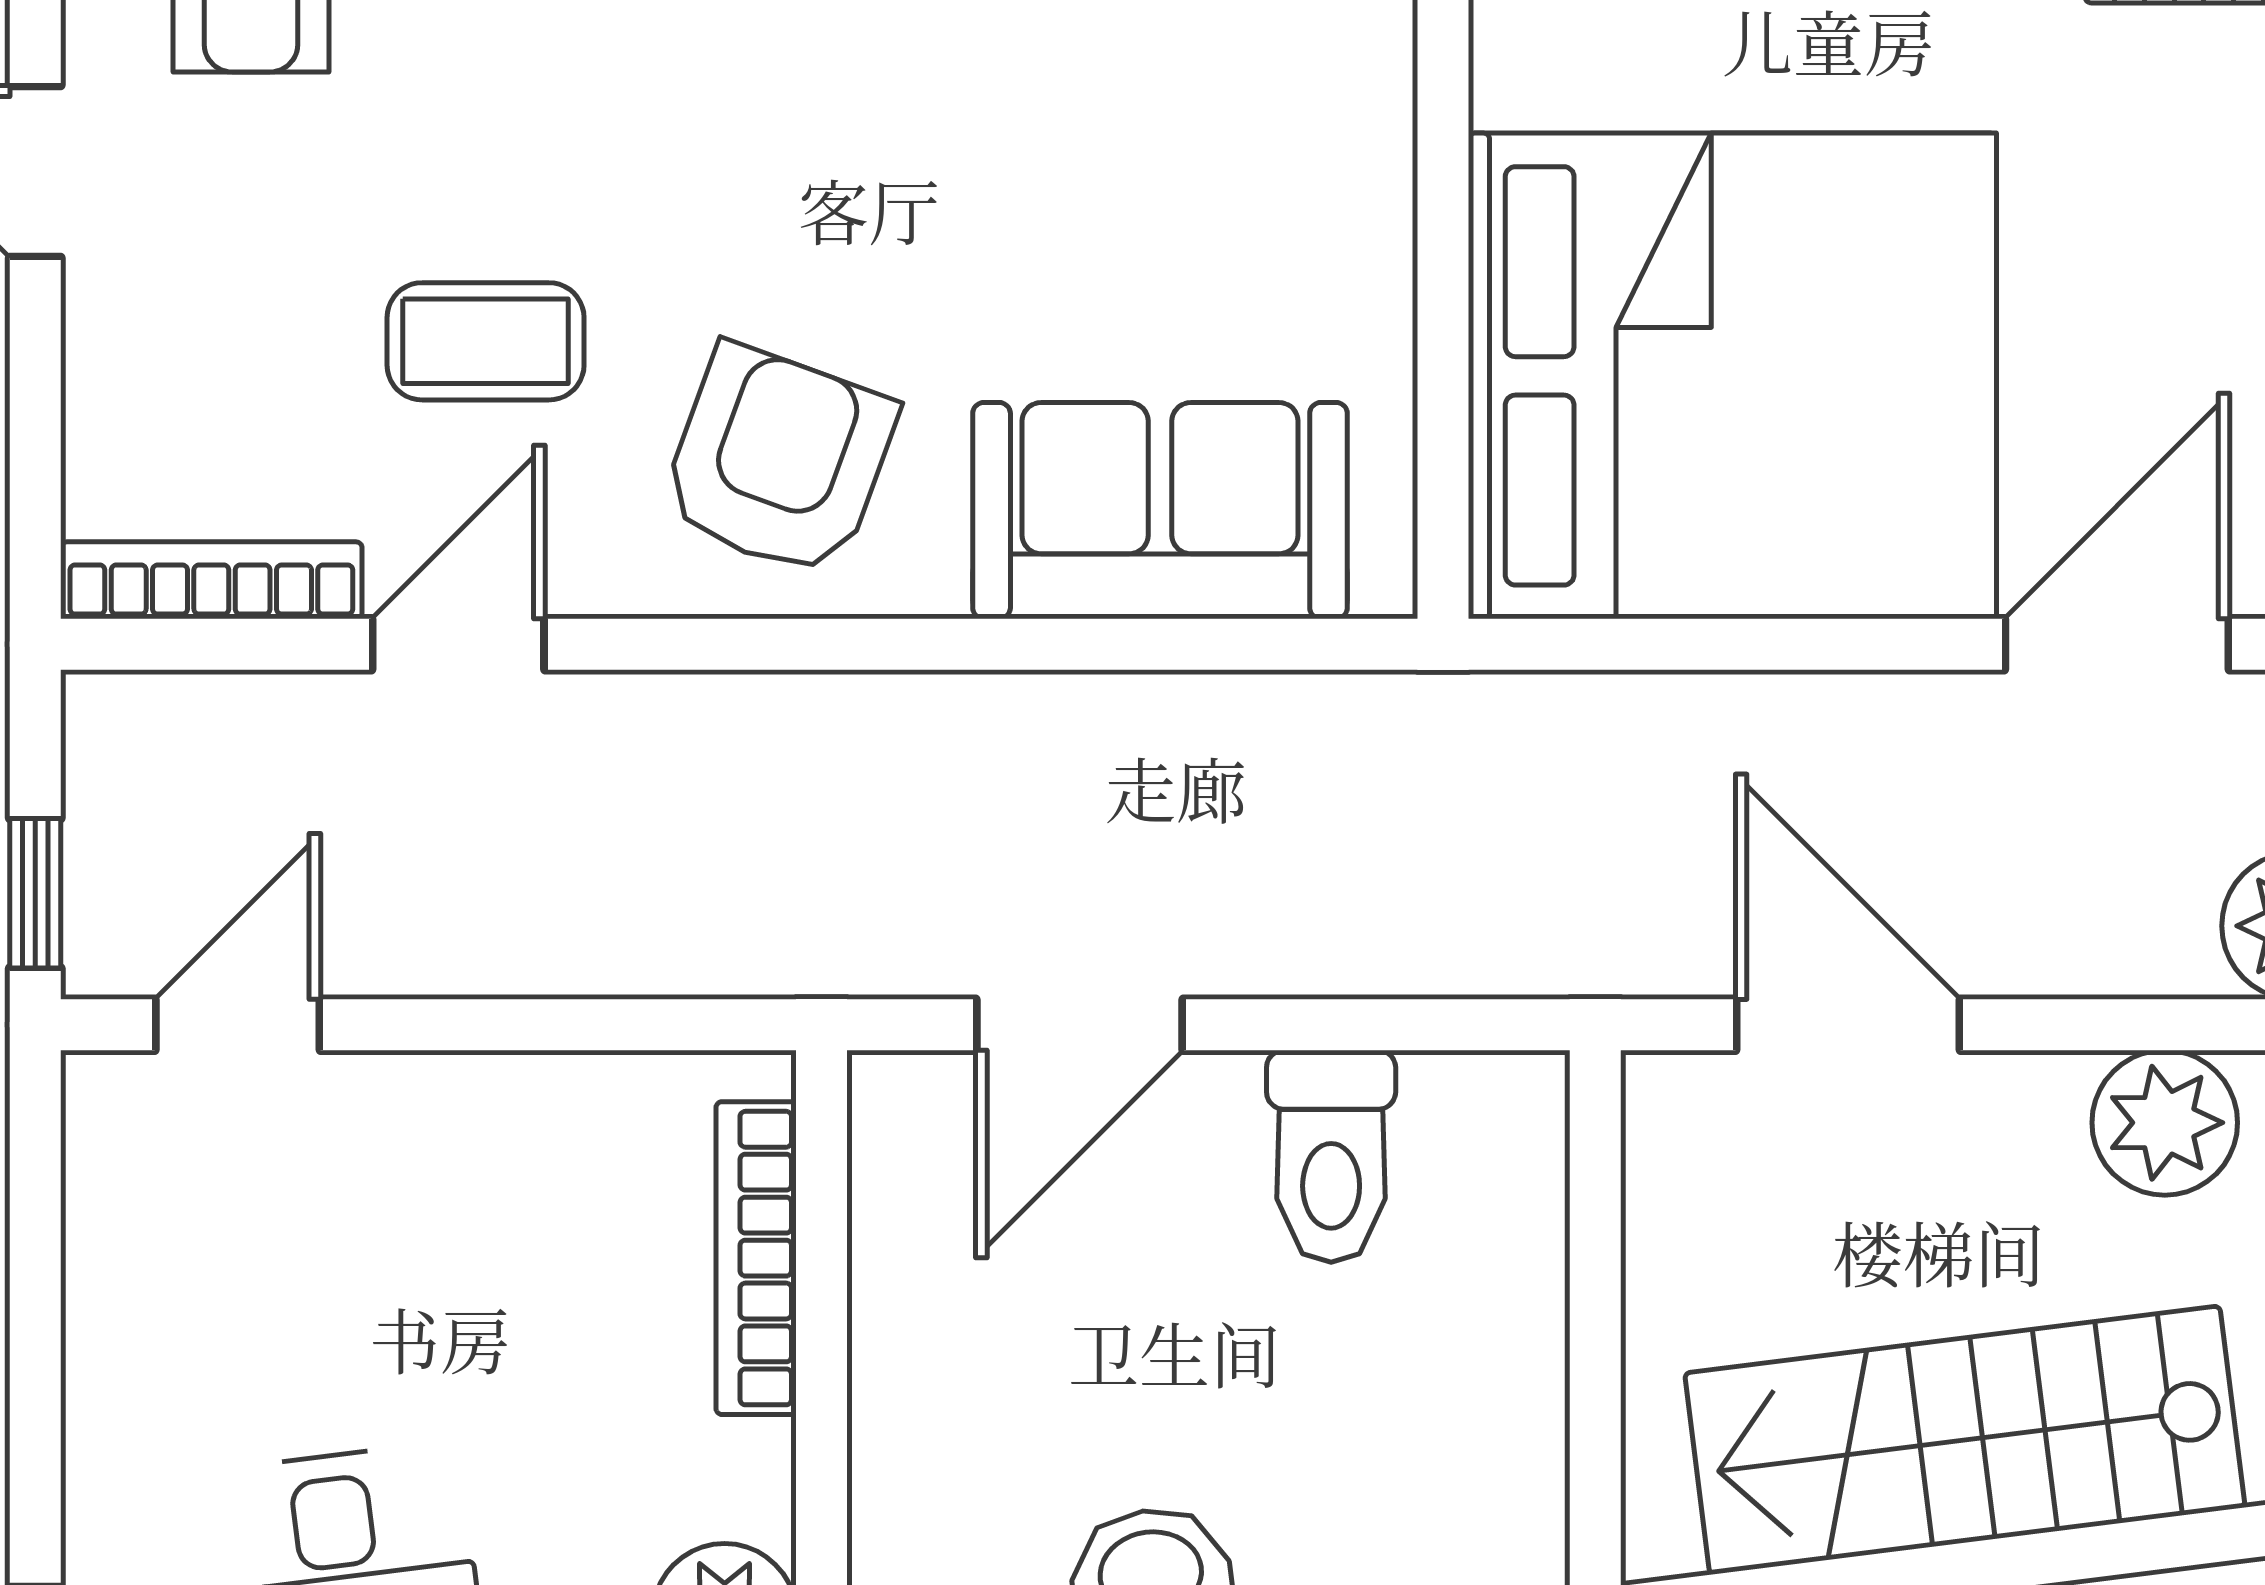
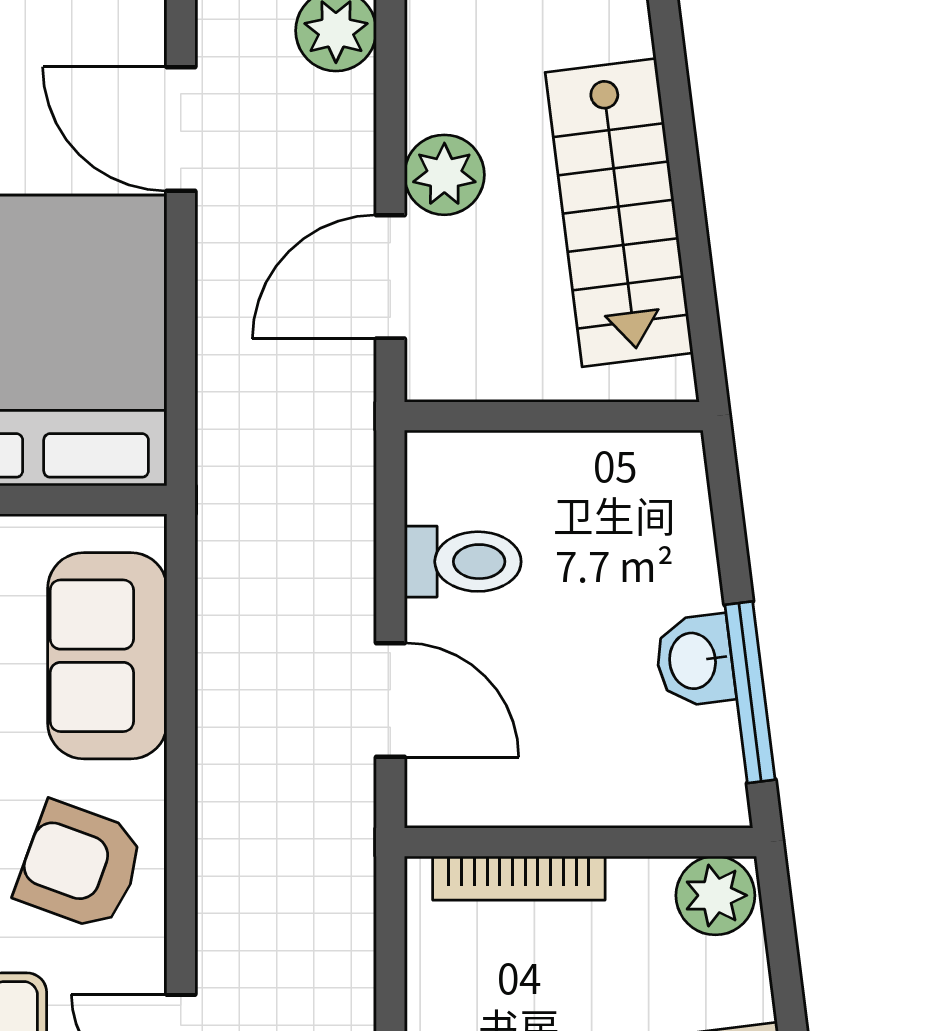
plant: (2165, 1123) -> (444, 175), moved

